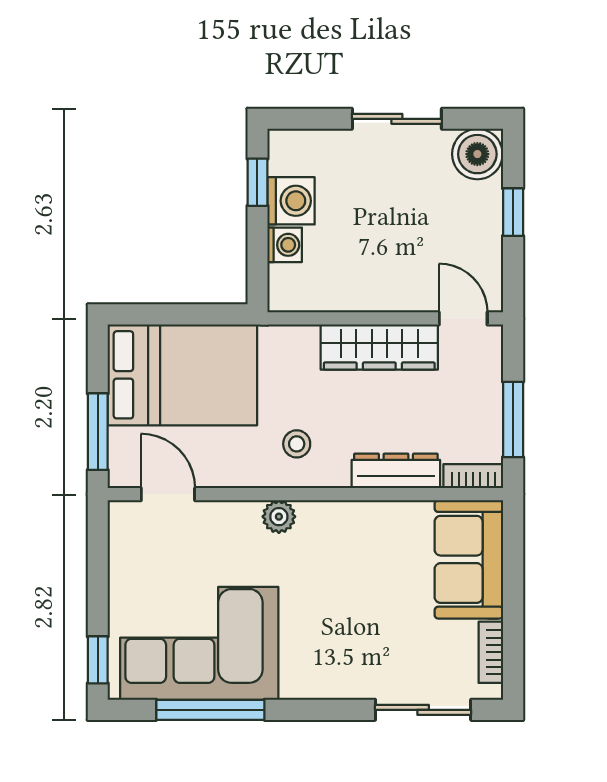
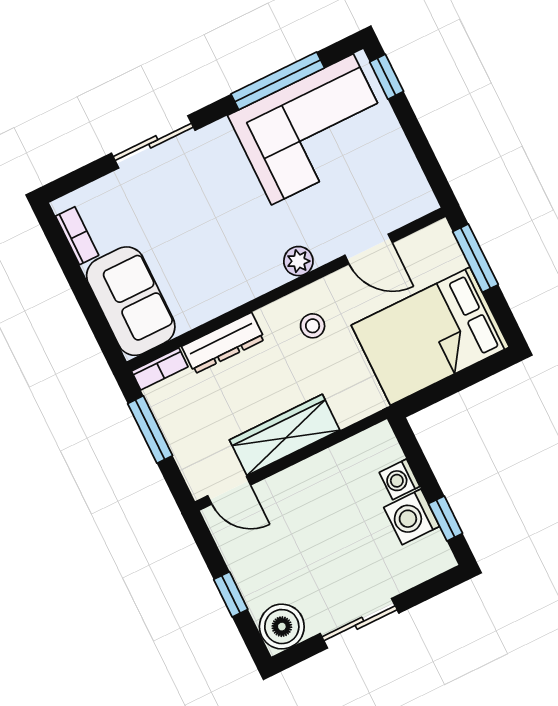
door: (168, 494) -> (369, 249), moved
sliding door: (423, 710) -> (153, 142), moved

